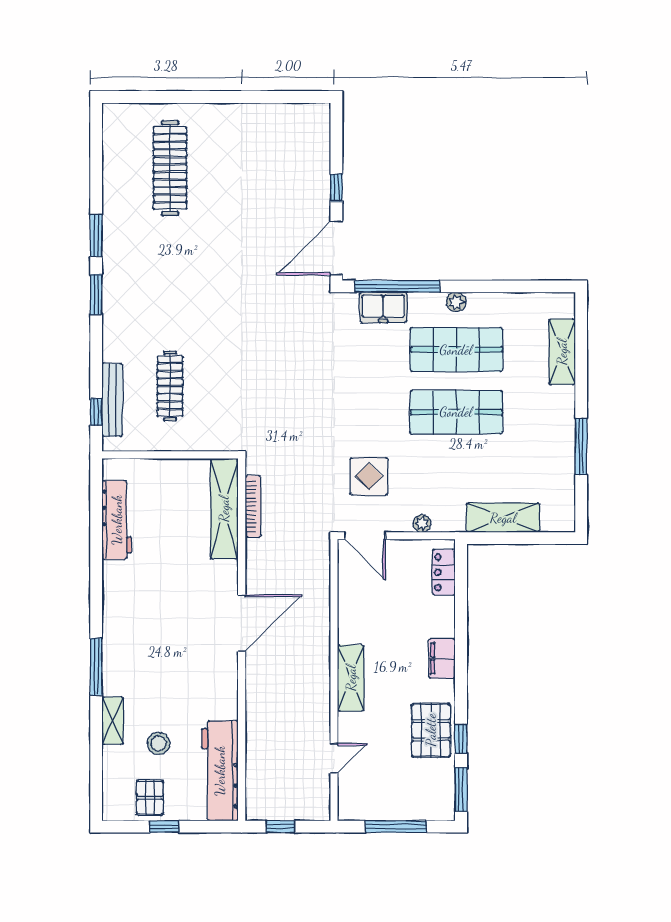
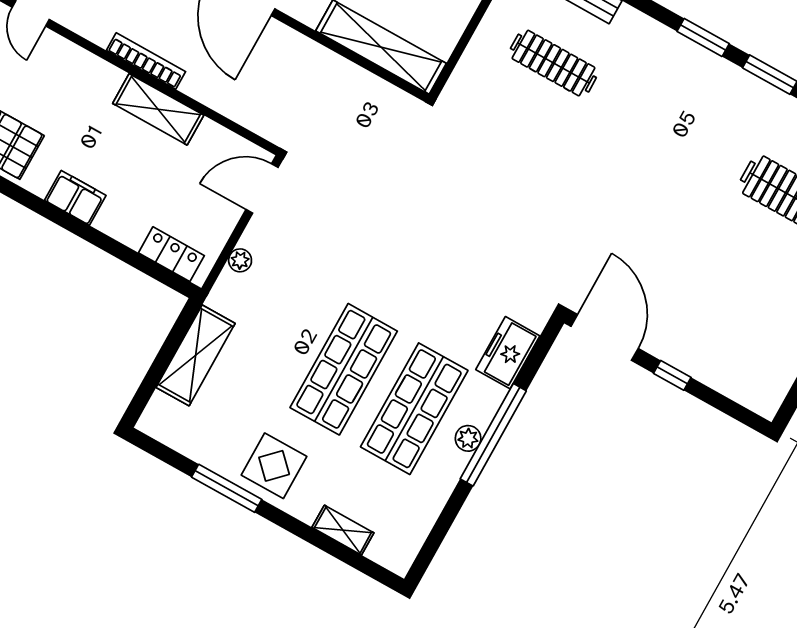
window: (397, 286) -> (493, 435), moved
shelving: (562, 352) -> (343, 530), width x0.67, depth x0.75
display table: (369, 476) -> (274, 466), moved
bookcase: (253, 506) -> (146, 61), moved, turned 180
shelving: (351, 678) -> (158, 109), moved

